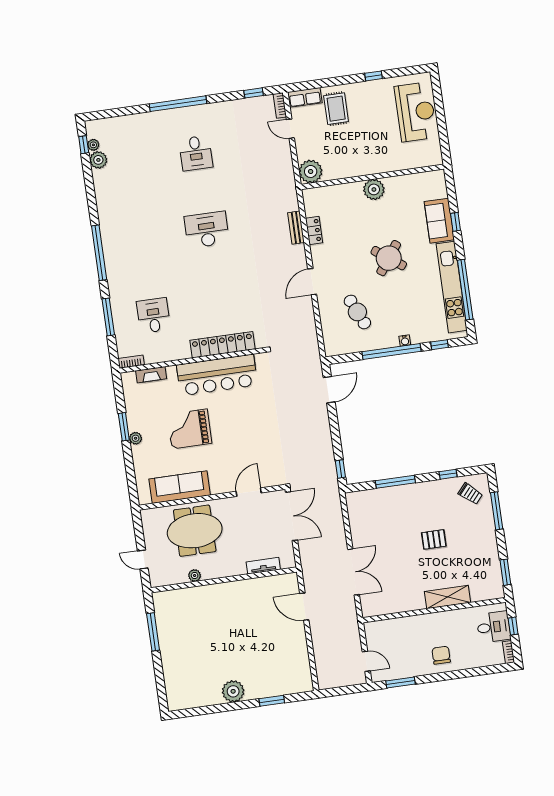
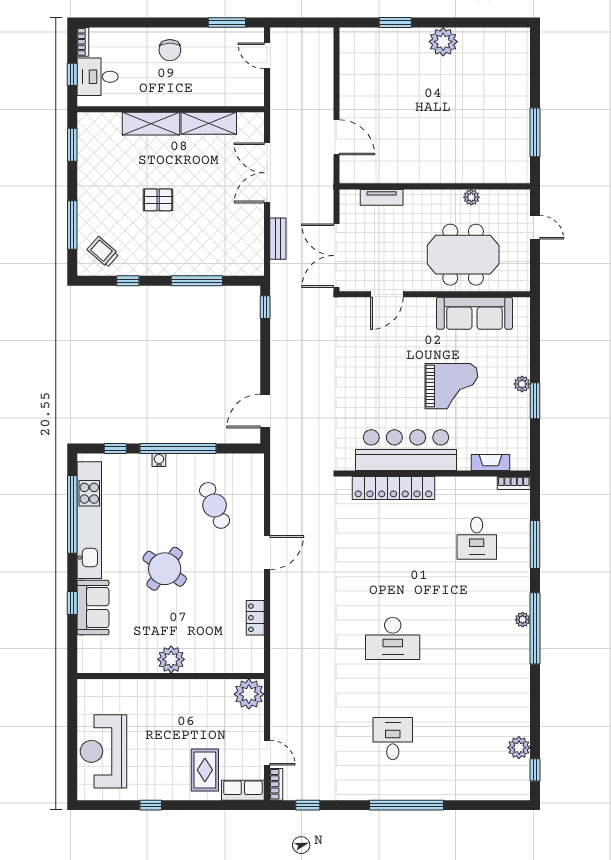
plant: (93, 145) -> (523, 620), moved
bench: (296, 228) -> (278, 239), moved
shelving: (403, 604) -> (209, 123), added

